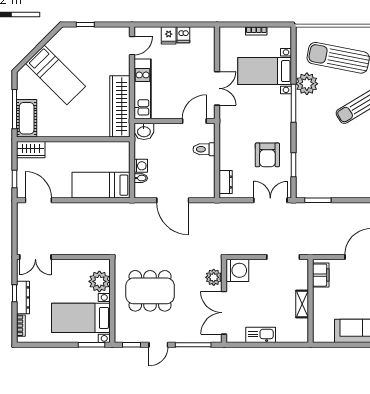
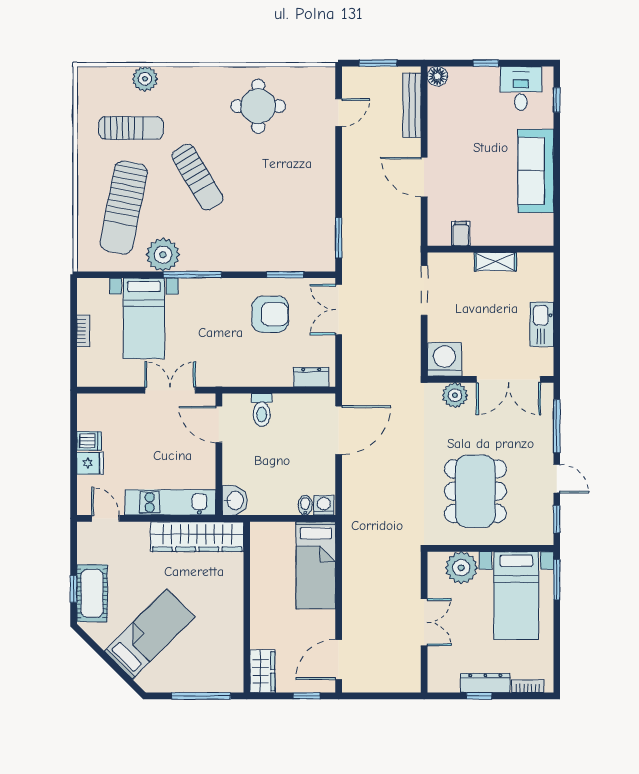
cot: (27, 118) -> (92, 593), moved, turned 90
washing machine: (141, 166) -> (324, 505), moved
door: (173, 200) -> (339, 430), moved
double door: (35, 257) -> (424, 622), moved
filing cabinet: (321, 275) -> (461, 234), width x0.50

